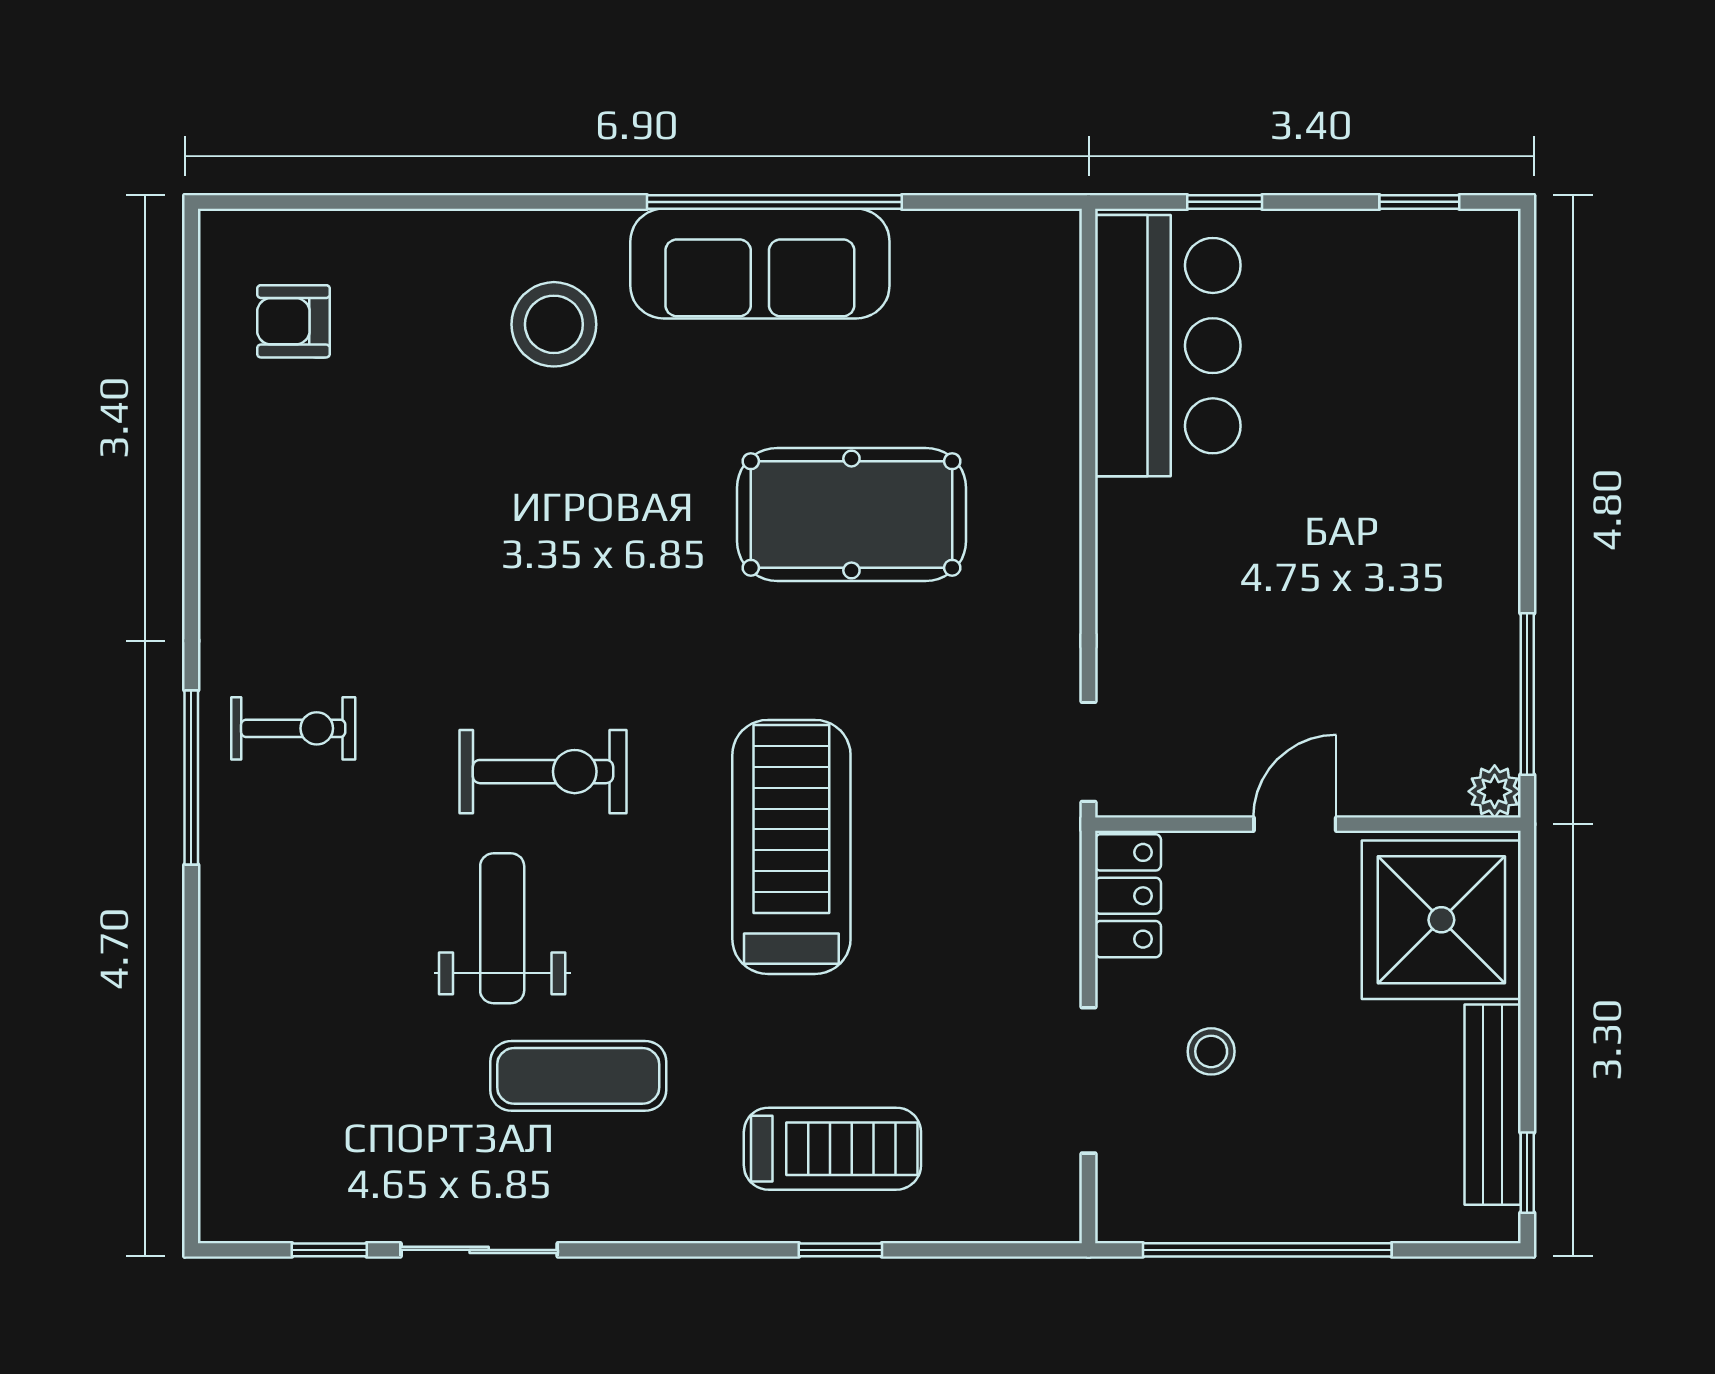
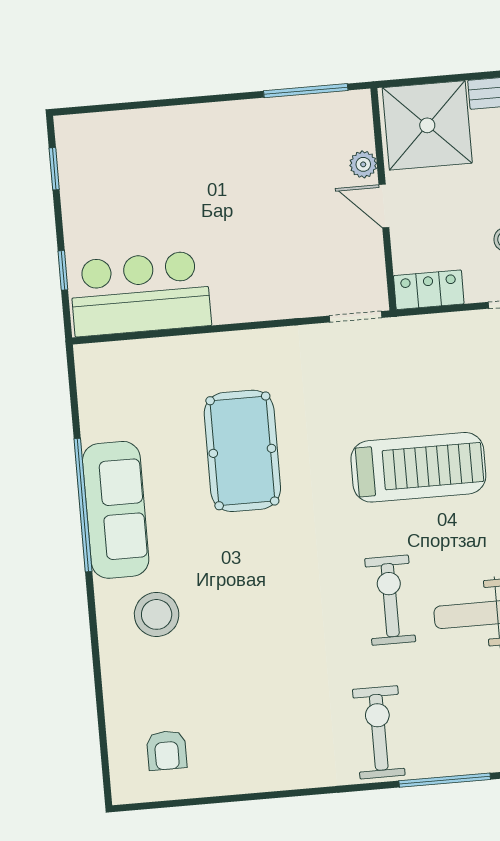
exercise bike: (293, 728) -> (379, 732), width x1.38, depth x1.39
window: (191, 777) -> (445, 780), moved
plant: (1495, 791) -> (363, 164), moved
treadmill: (791, 847) -> (418, 467), turned 180

